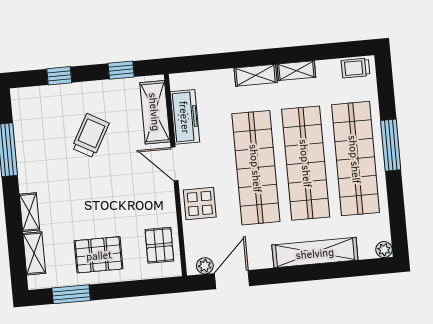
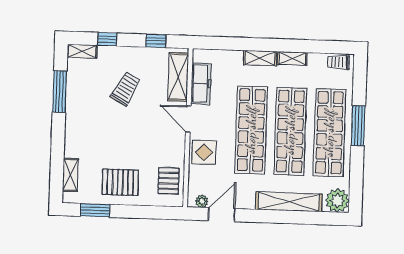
shelving: (29, 212) -> (82, 51), moved, turned 90
plant: (384, 250) -> (337, 200), width x1.87, depth x1.87

